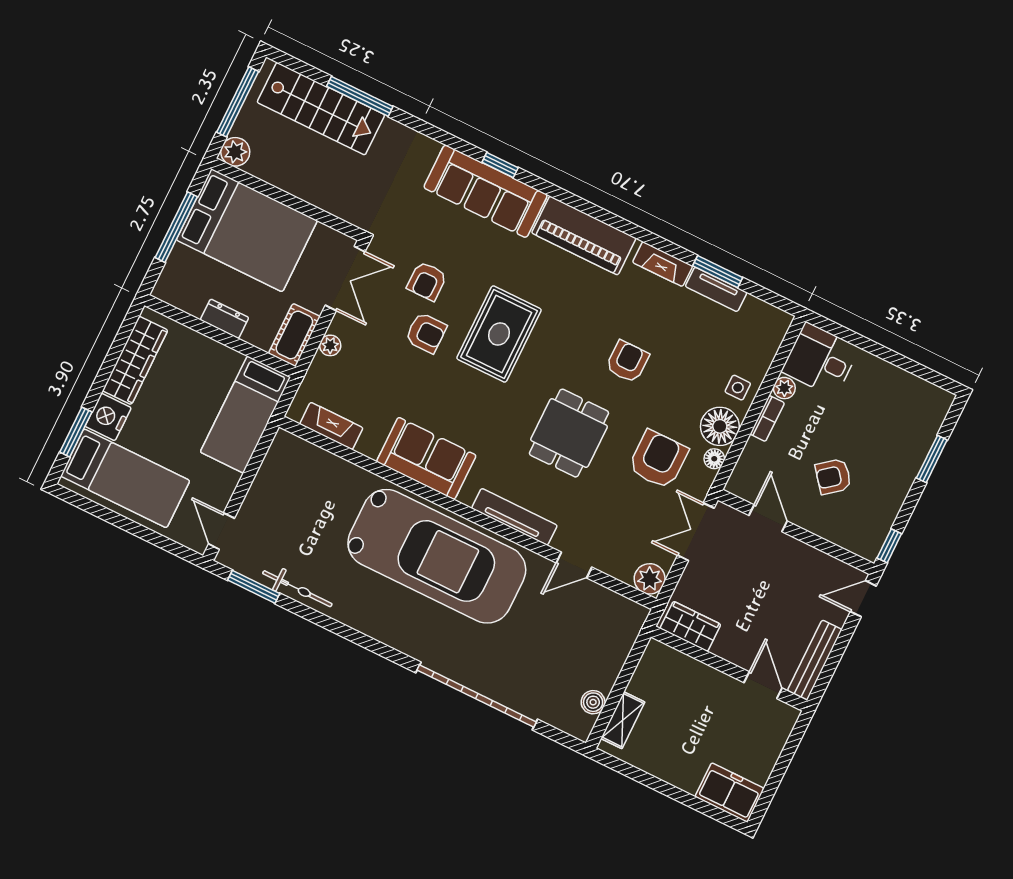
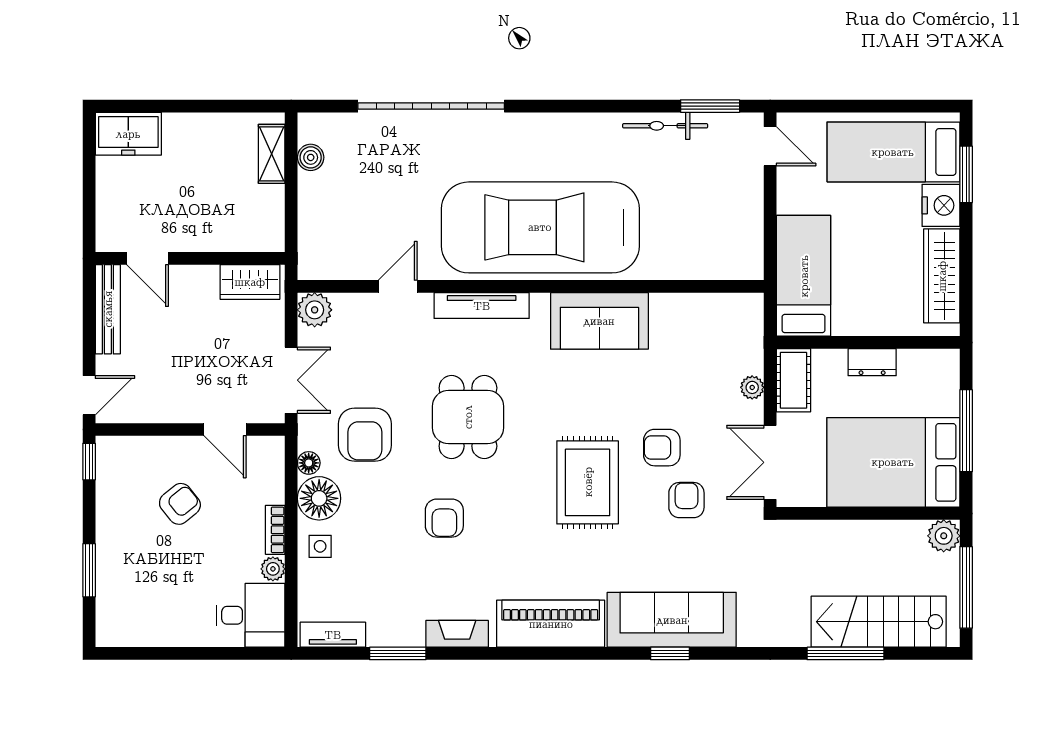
tv unit: (716, 289) -> (333, 635), moved
fireplace: (331, 426) -> (711, 307), removed

